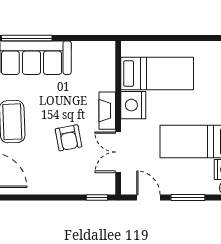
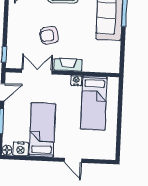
nightstand: (133, 105) -> (76, 81), width x0.53, depth x0.56

